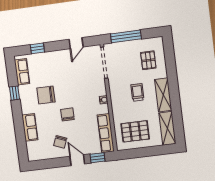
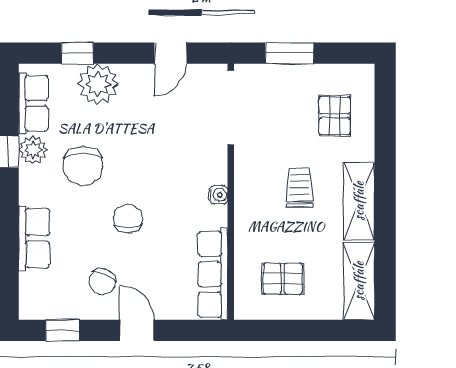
window: (126, 36) -> (289, 53), width x0.69
plant: (48, 60) -> (98, 84), added
plant: (25, 91) -> (33, 150), added
chair: (46, 95) -> (83, 166), turned -90
pallet: (135, 131) -> (283, 279), width x0.67, depth x0.71
window: (98, 158) -> (63, 330), moved

